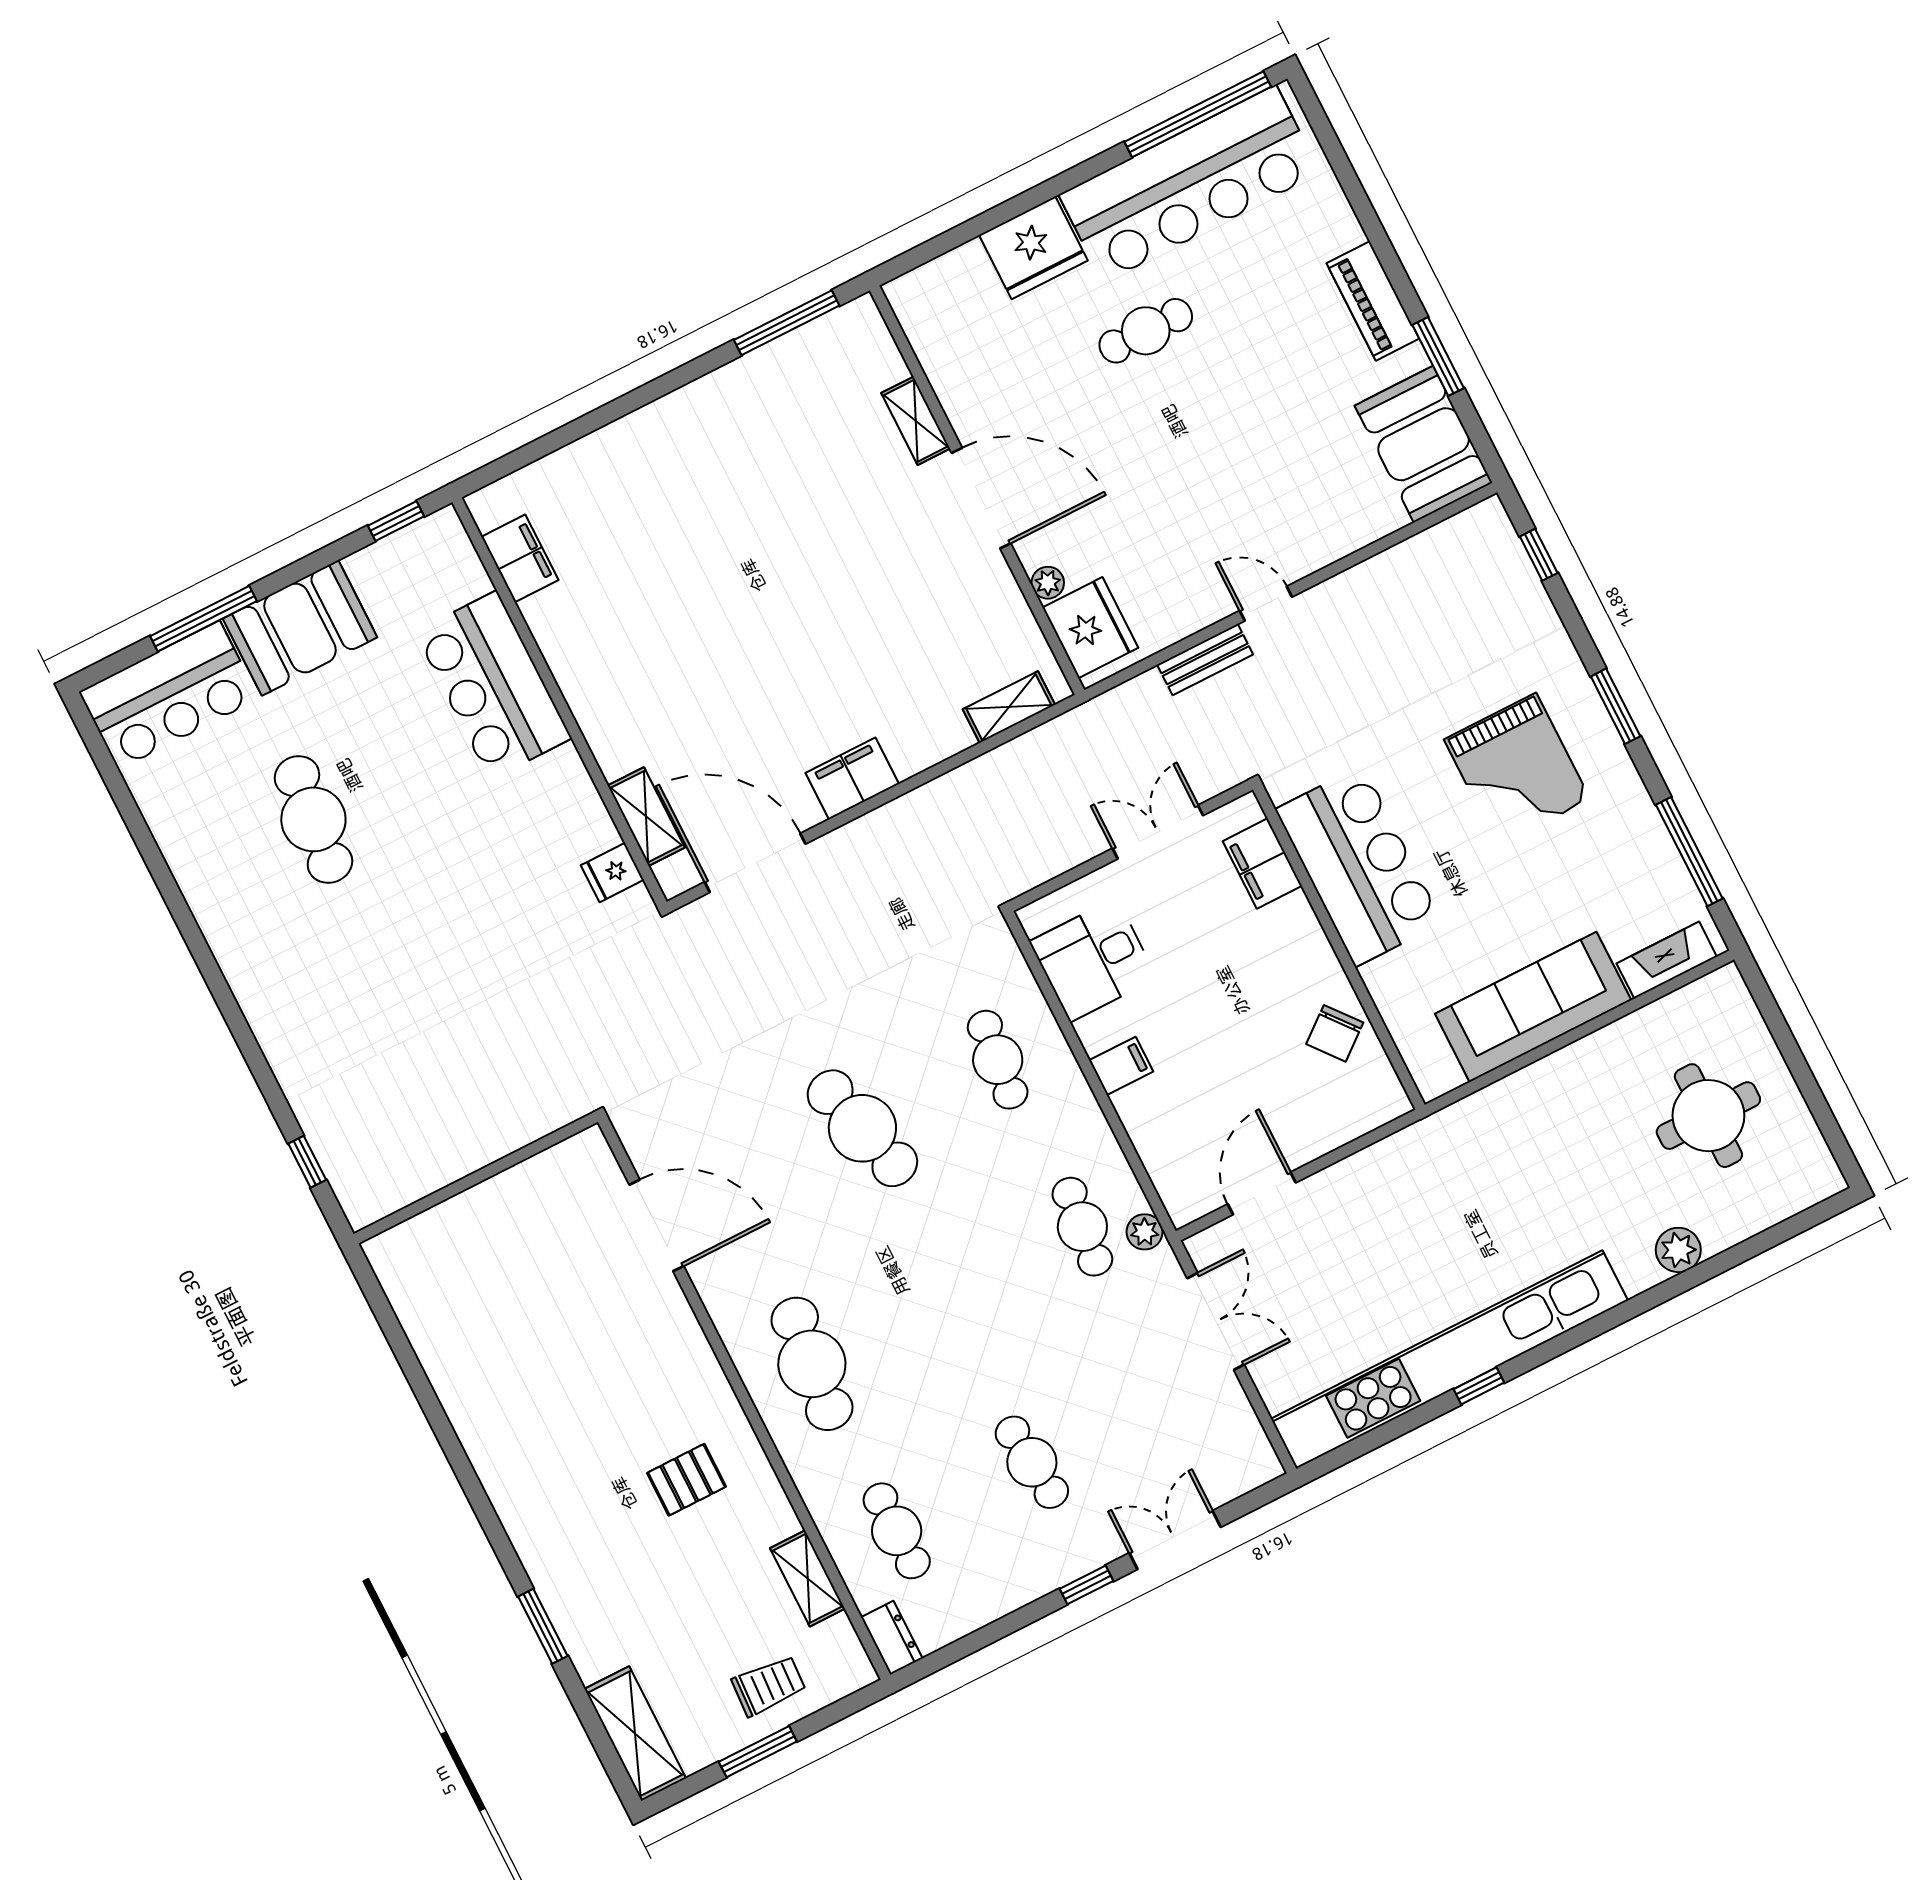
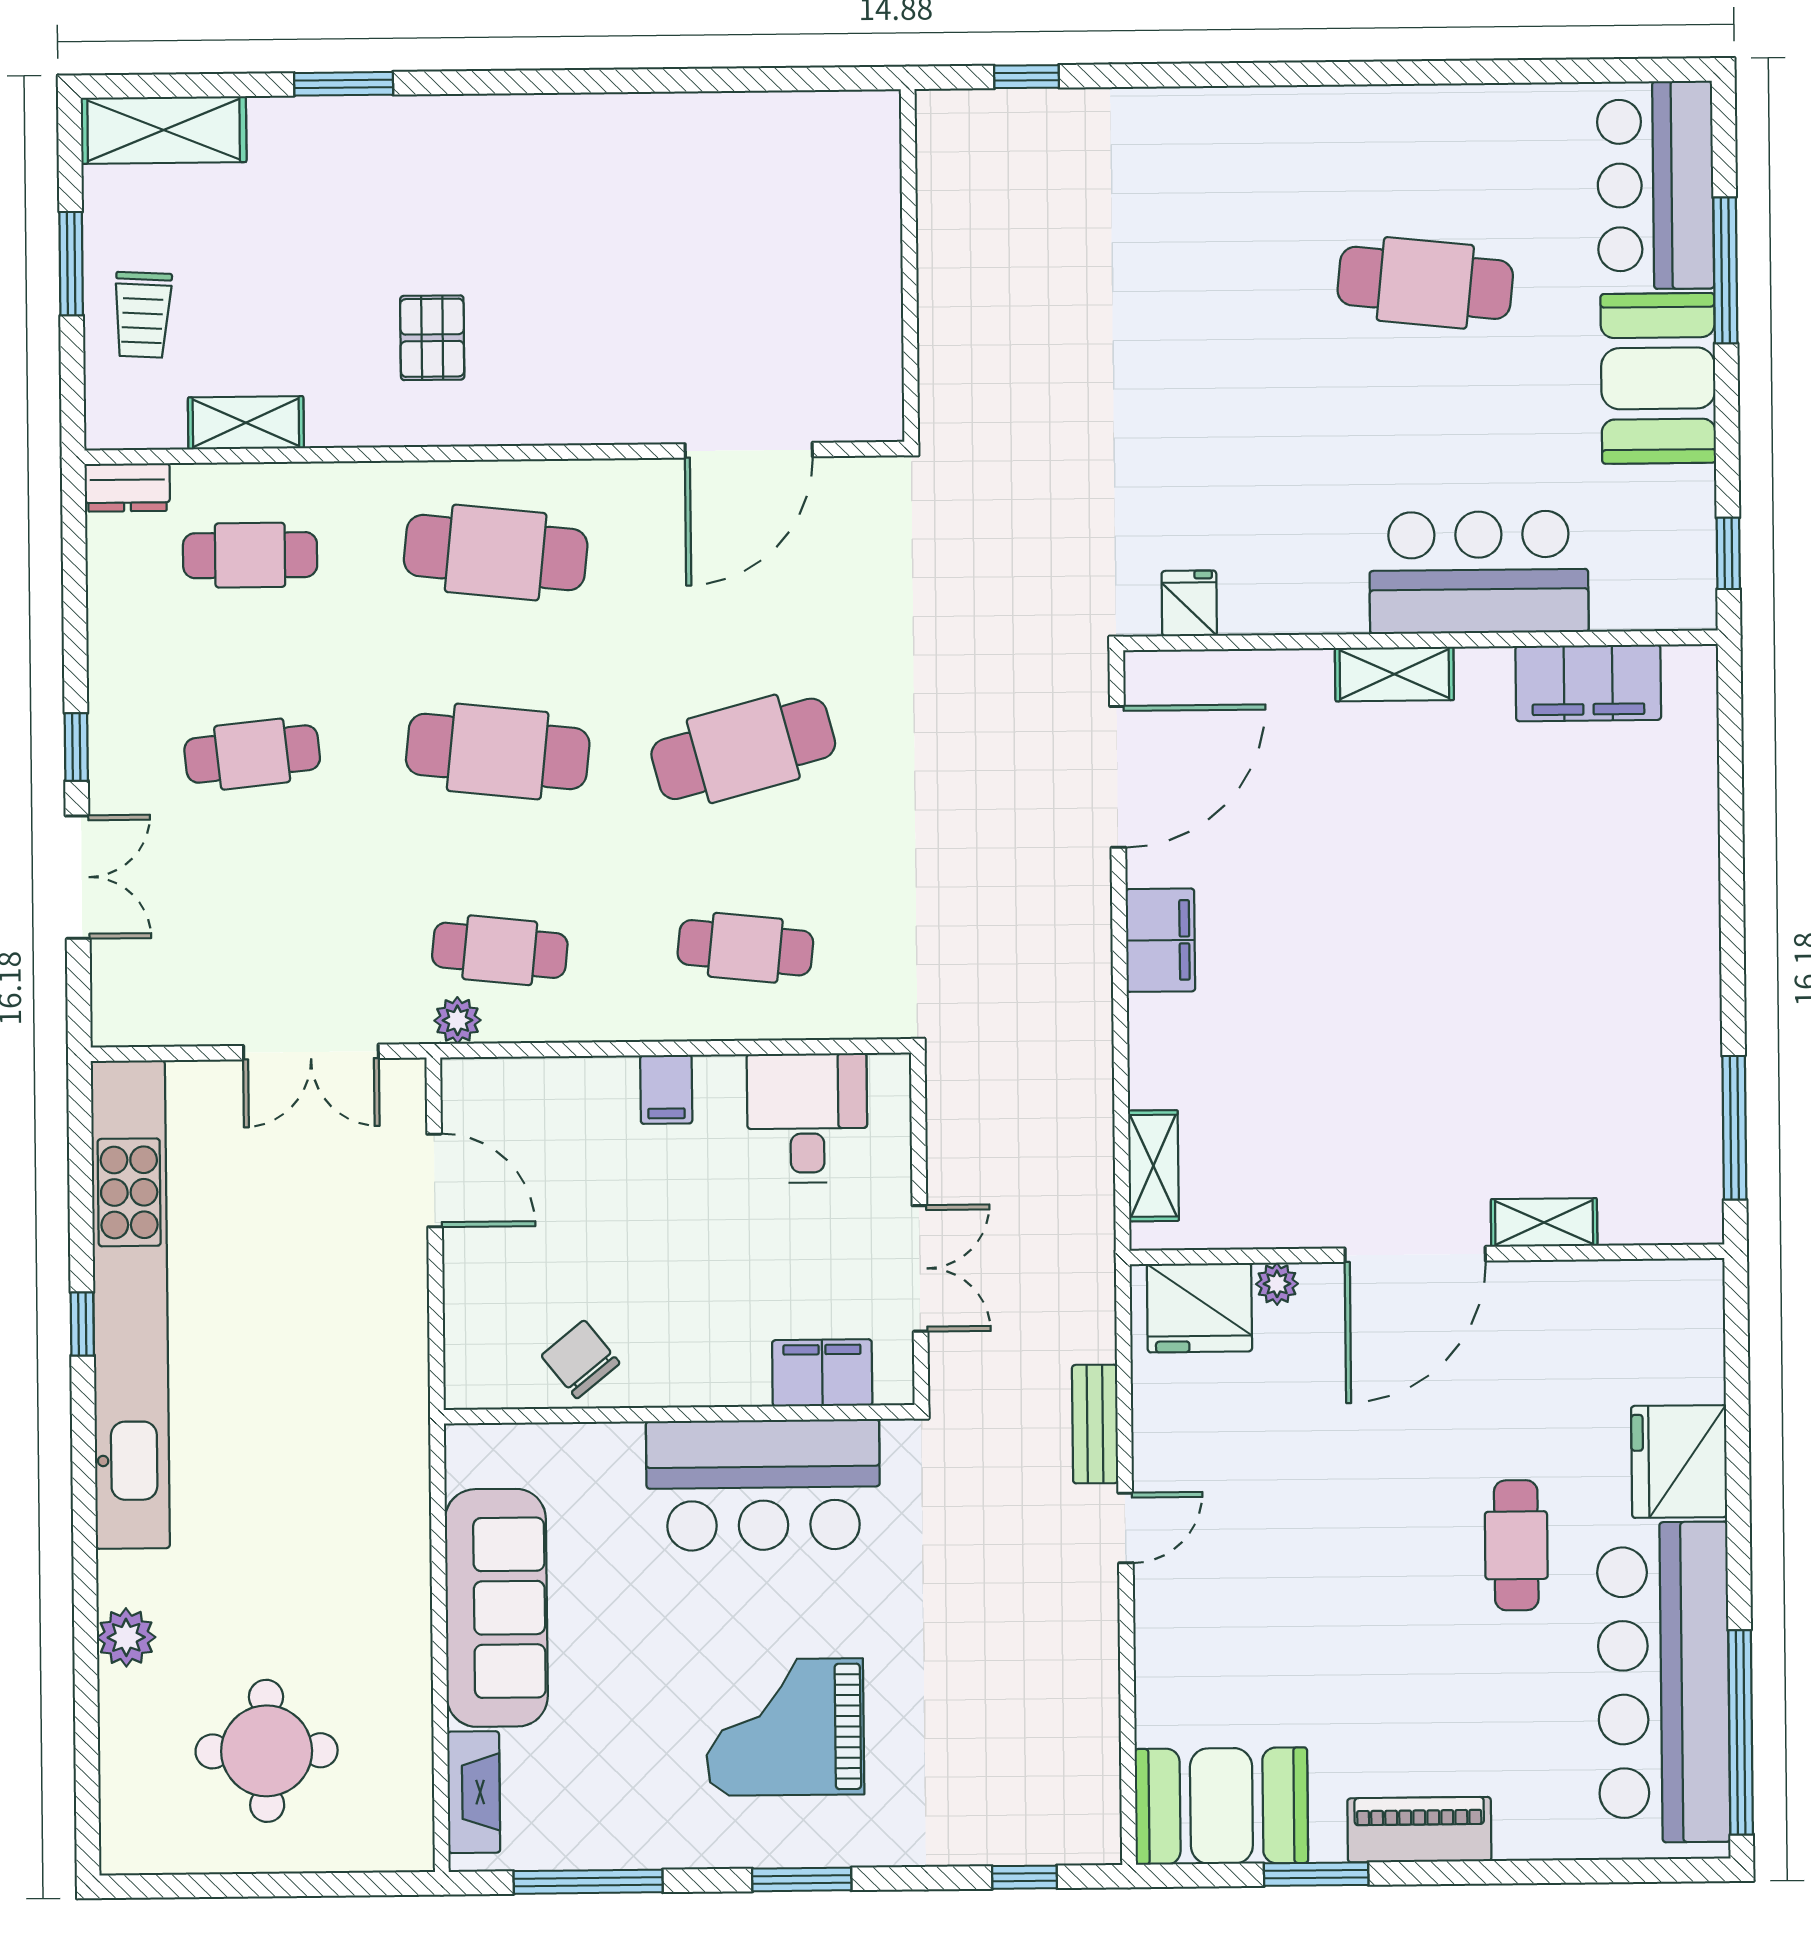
filing cabinet: (520, 558) -> (1588, 683), width x1.50, depth x1.17
shelving: (646, 817) -> (1394, 674), moved
cafe table: (947, 1295) -> (498, 751), added

